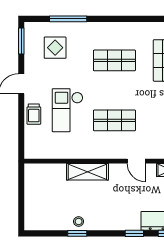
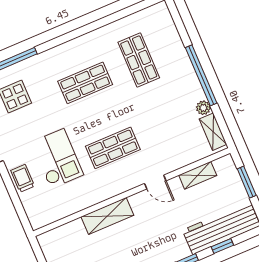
checkout: (68, 110) -> (57, 159), turned 180
trolley: (34, 114) -> (23, 178), turned 180

